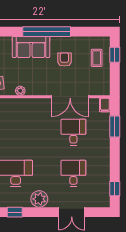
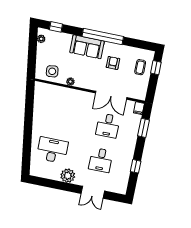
desk: (73, 132) -> (108, 126), turned 180
desk: (73, 173) -> (101, 160), turned 180
window: (115, 189) -> (136, 166), moved
window: (15, 212) -> (45, 182), removed

